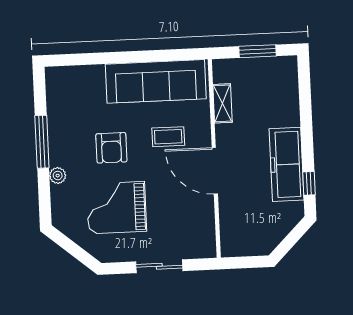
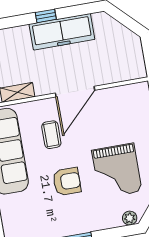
plant: (58, 176) -> (130, 218), moved
window: (309, 183) -> (46, 16), moved

